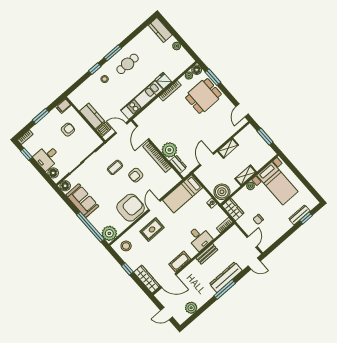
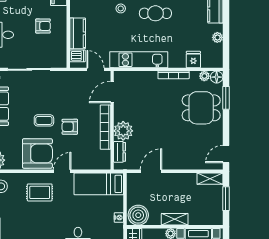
fridge: (163, 81) -> (193, 60), moved
shelving: (228, 148) -> (210, 179), moved
coffee table: (115, 167) -> (44, 120), moved

